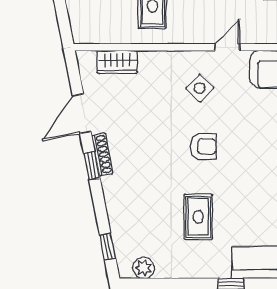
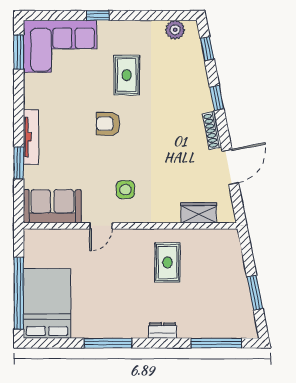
side table: (200, 88) -> (125, 190), turned 45
armchair: (203, 146) -> (108, 124), moved
window: (92, 165) -> (217, 98), moved

